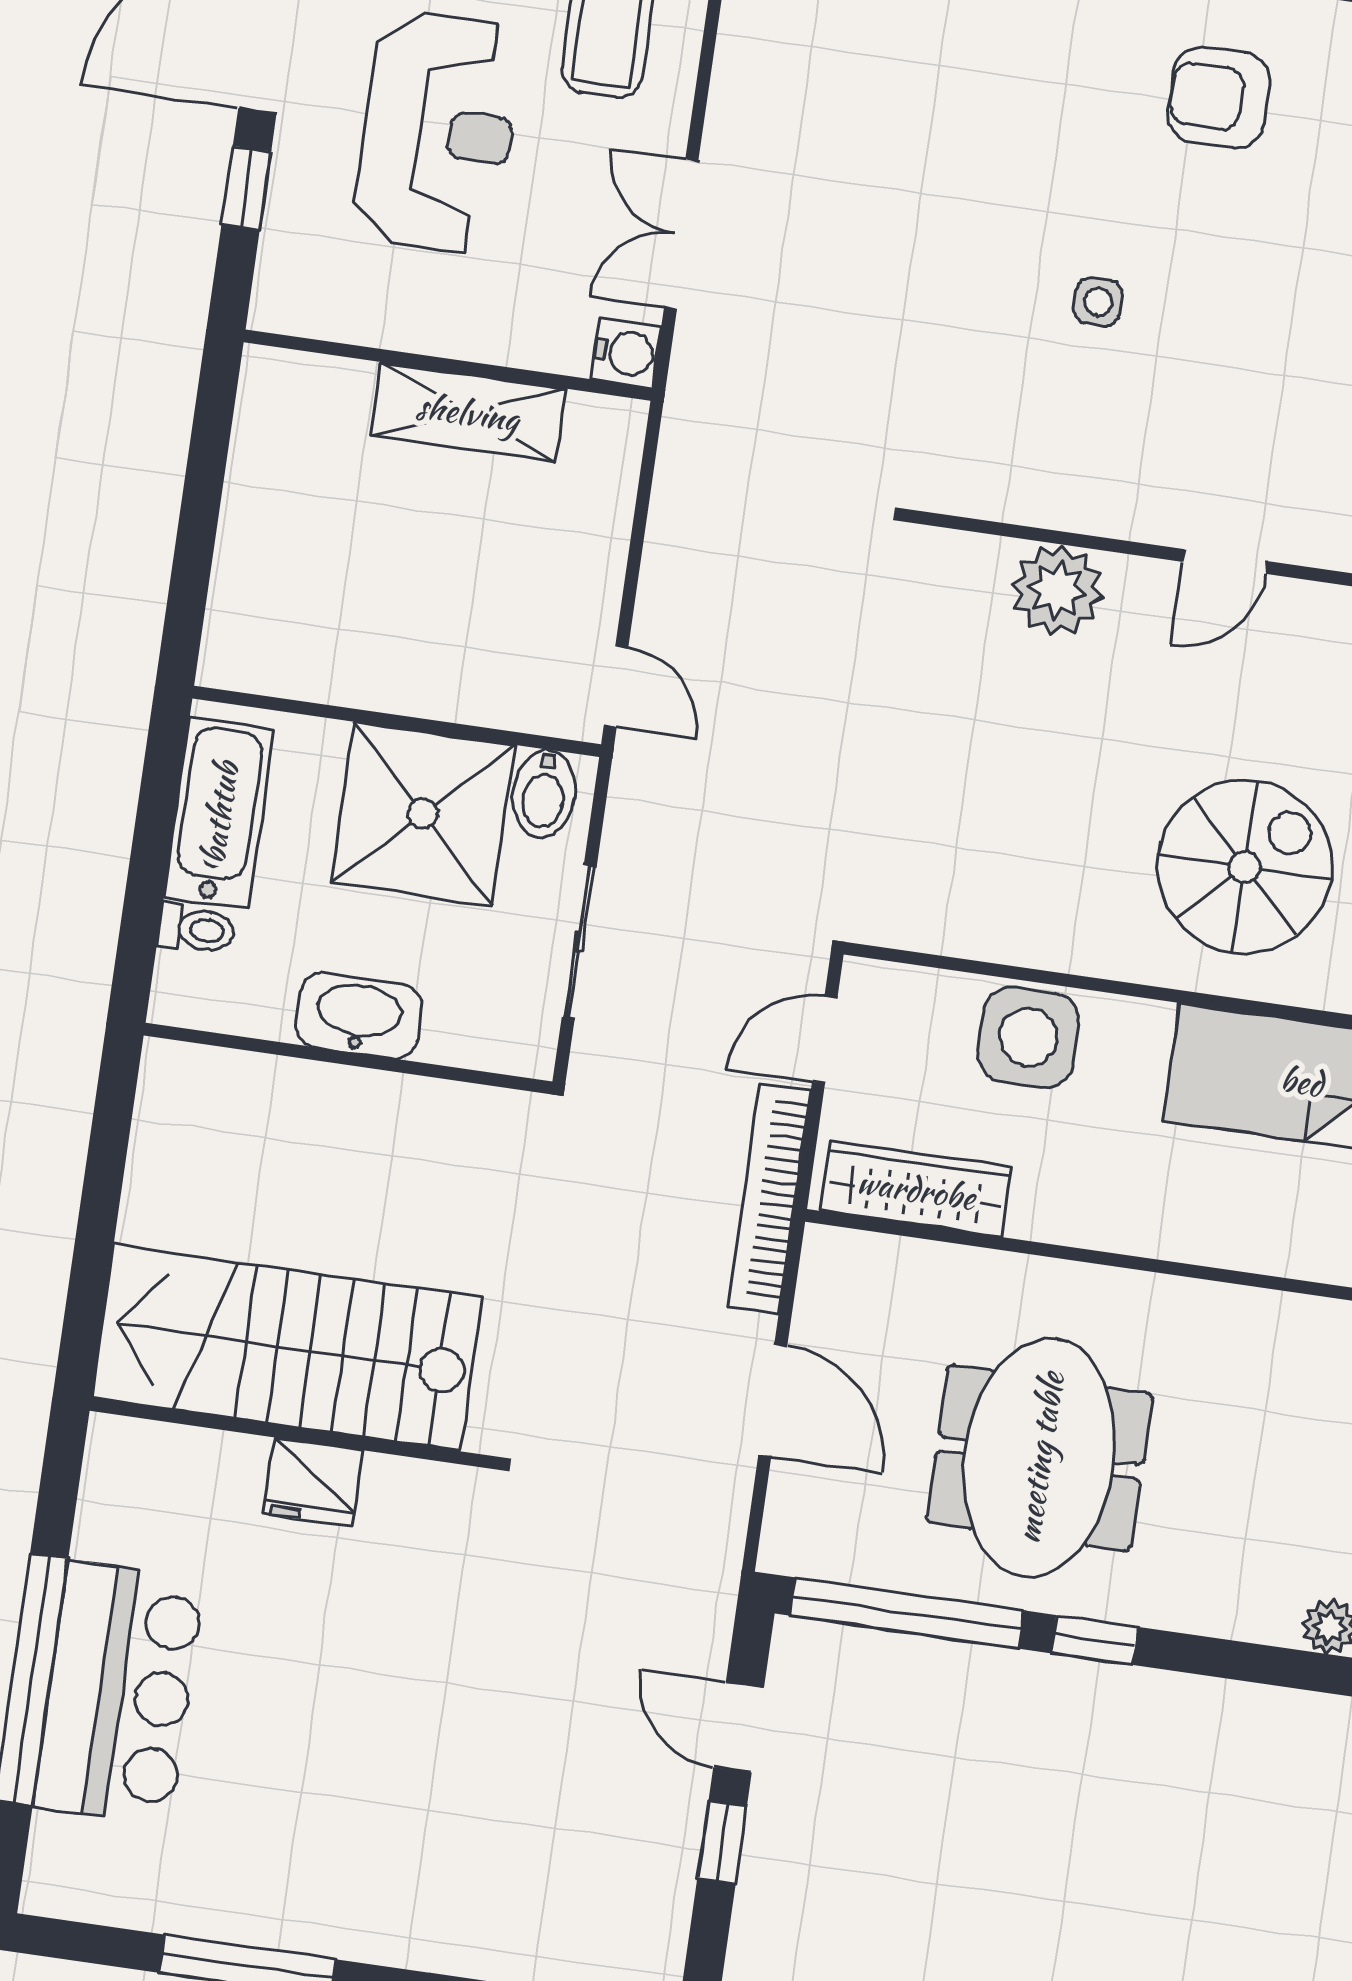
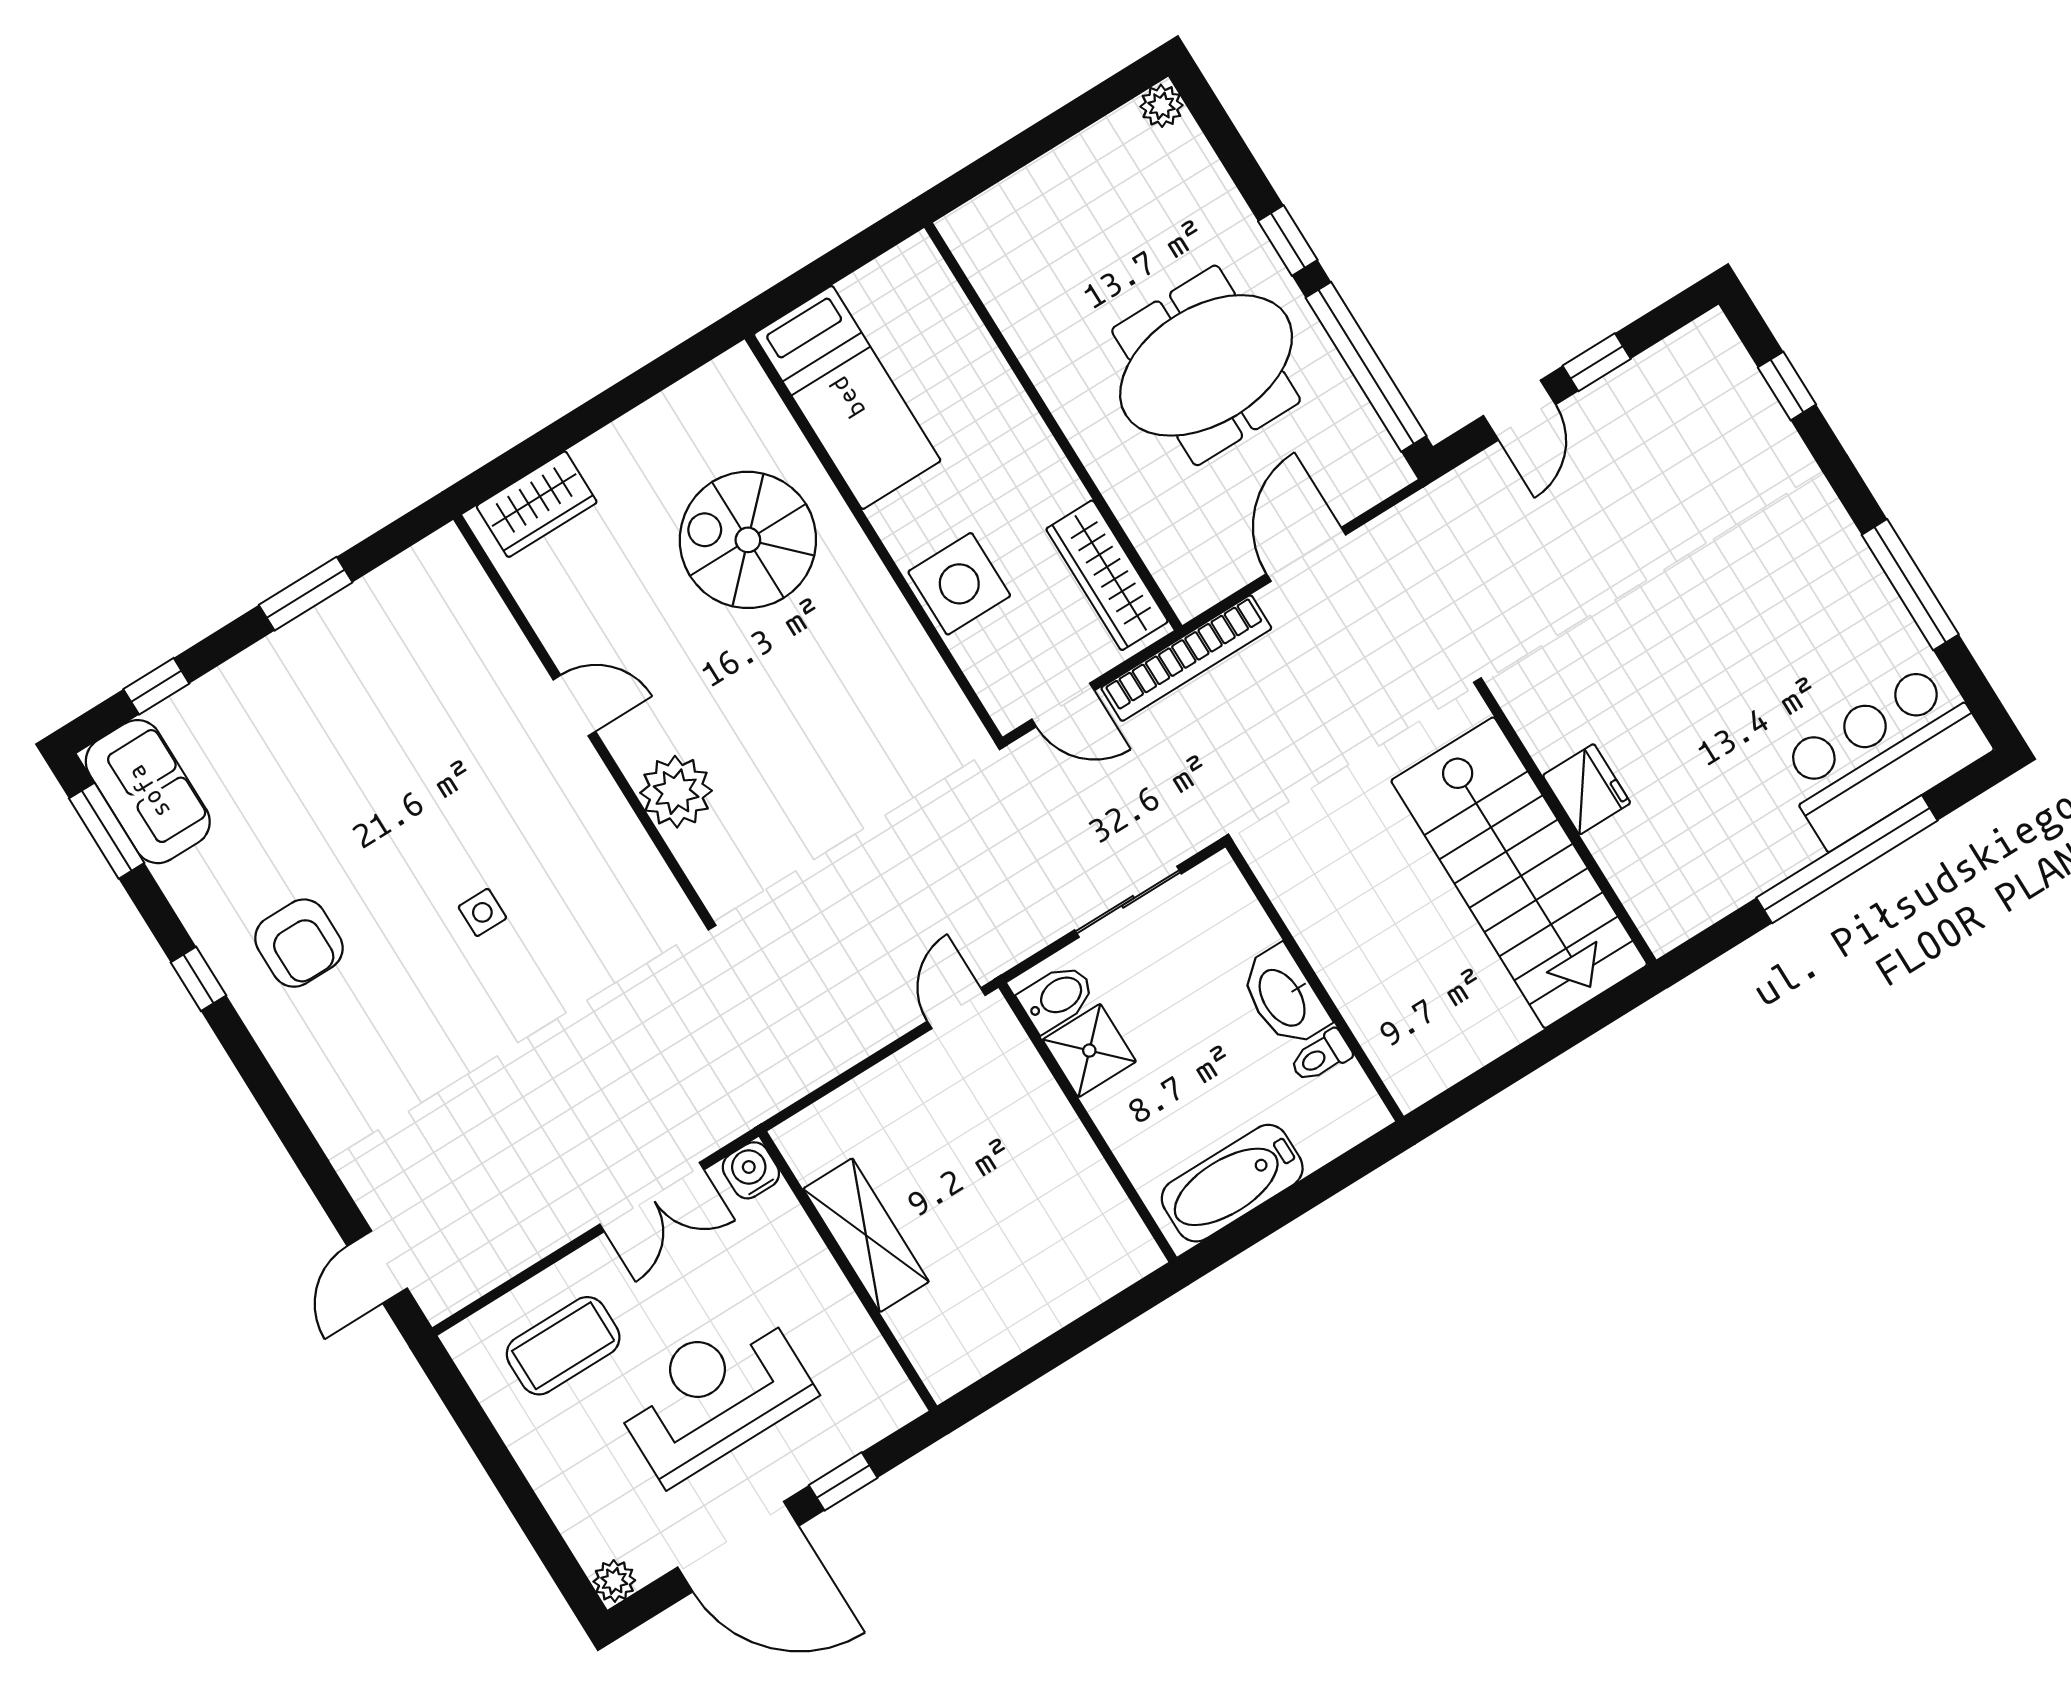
shower: (423, 814) -> (1089, 1051), width x0.54, depth x0.54
toilet: (196, 929) -> (1321, 1056), moved, turned -90
bar counter: (119, 1693) -> (1883, 755), moved

